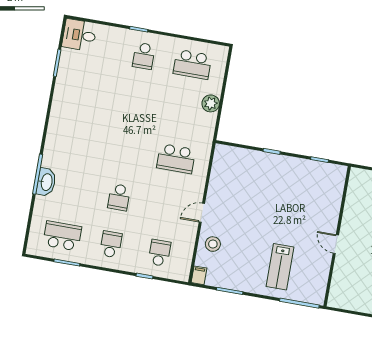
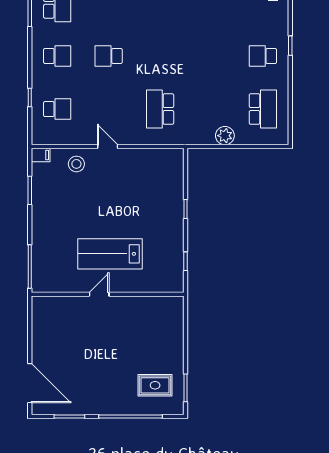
school desk: (192, 64) -> (263, 109), turned 180
lab bench: (280, 267) -> (110, 254), moved, width x1.36, depth x1.39

